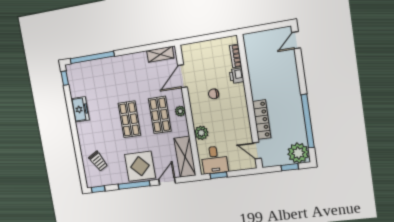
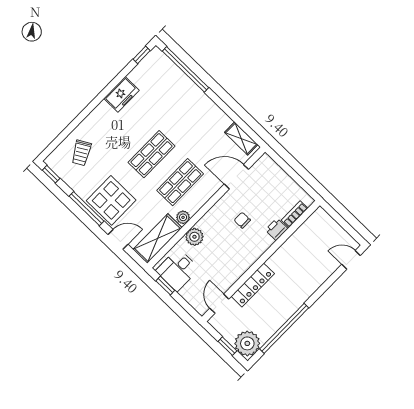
plant: (180, 111) -> (183, 217), moved

